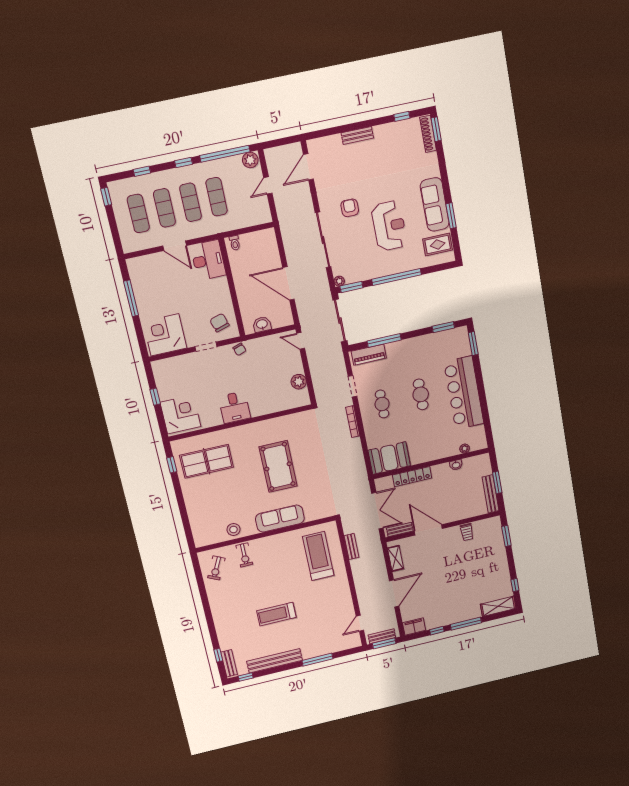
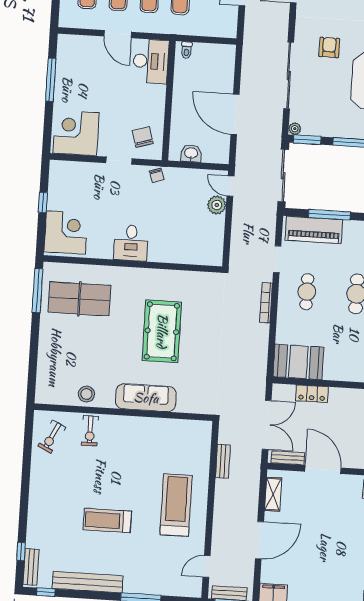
piano: (369, 355) -> (314, 230), width x1.37, depth x1.33
plant: (299, 382) -> (217, 205), moved
window: (172, 465) -> (37, 291), width x2.17
locker: (412, 477) -> (312, 394), width x0.66
treadmill: (318, 556) -> (176, 505), moved

